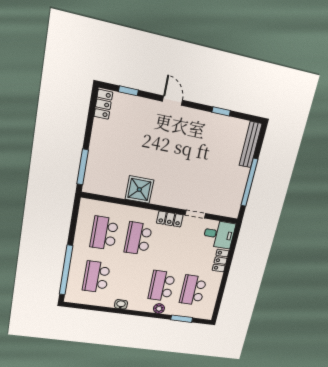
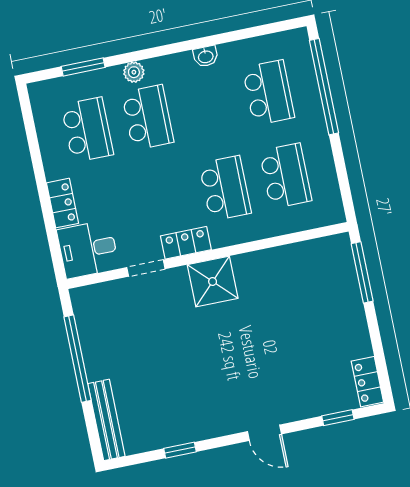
shower: (139, 190) -> (213, 282), moved

